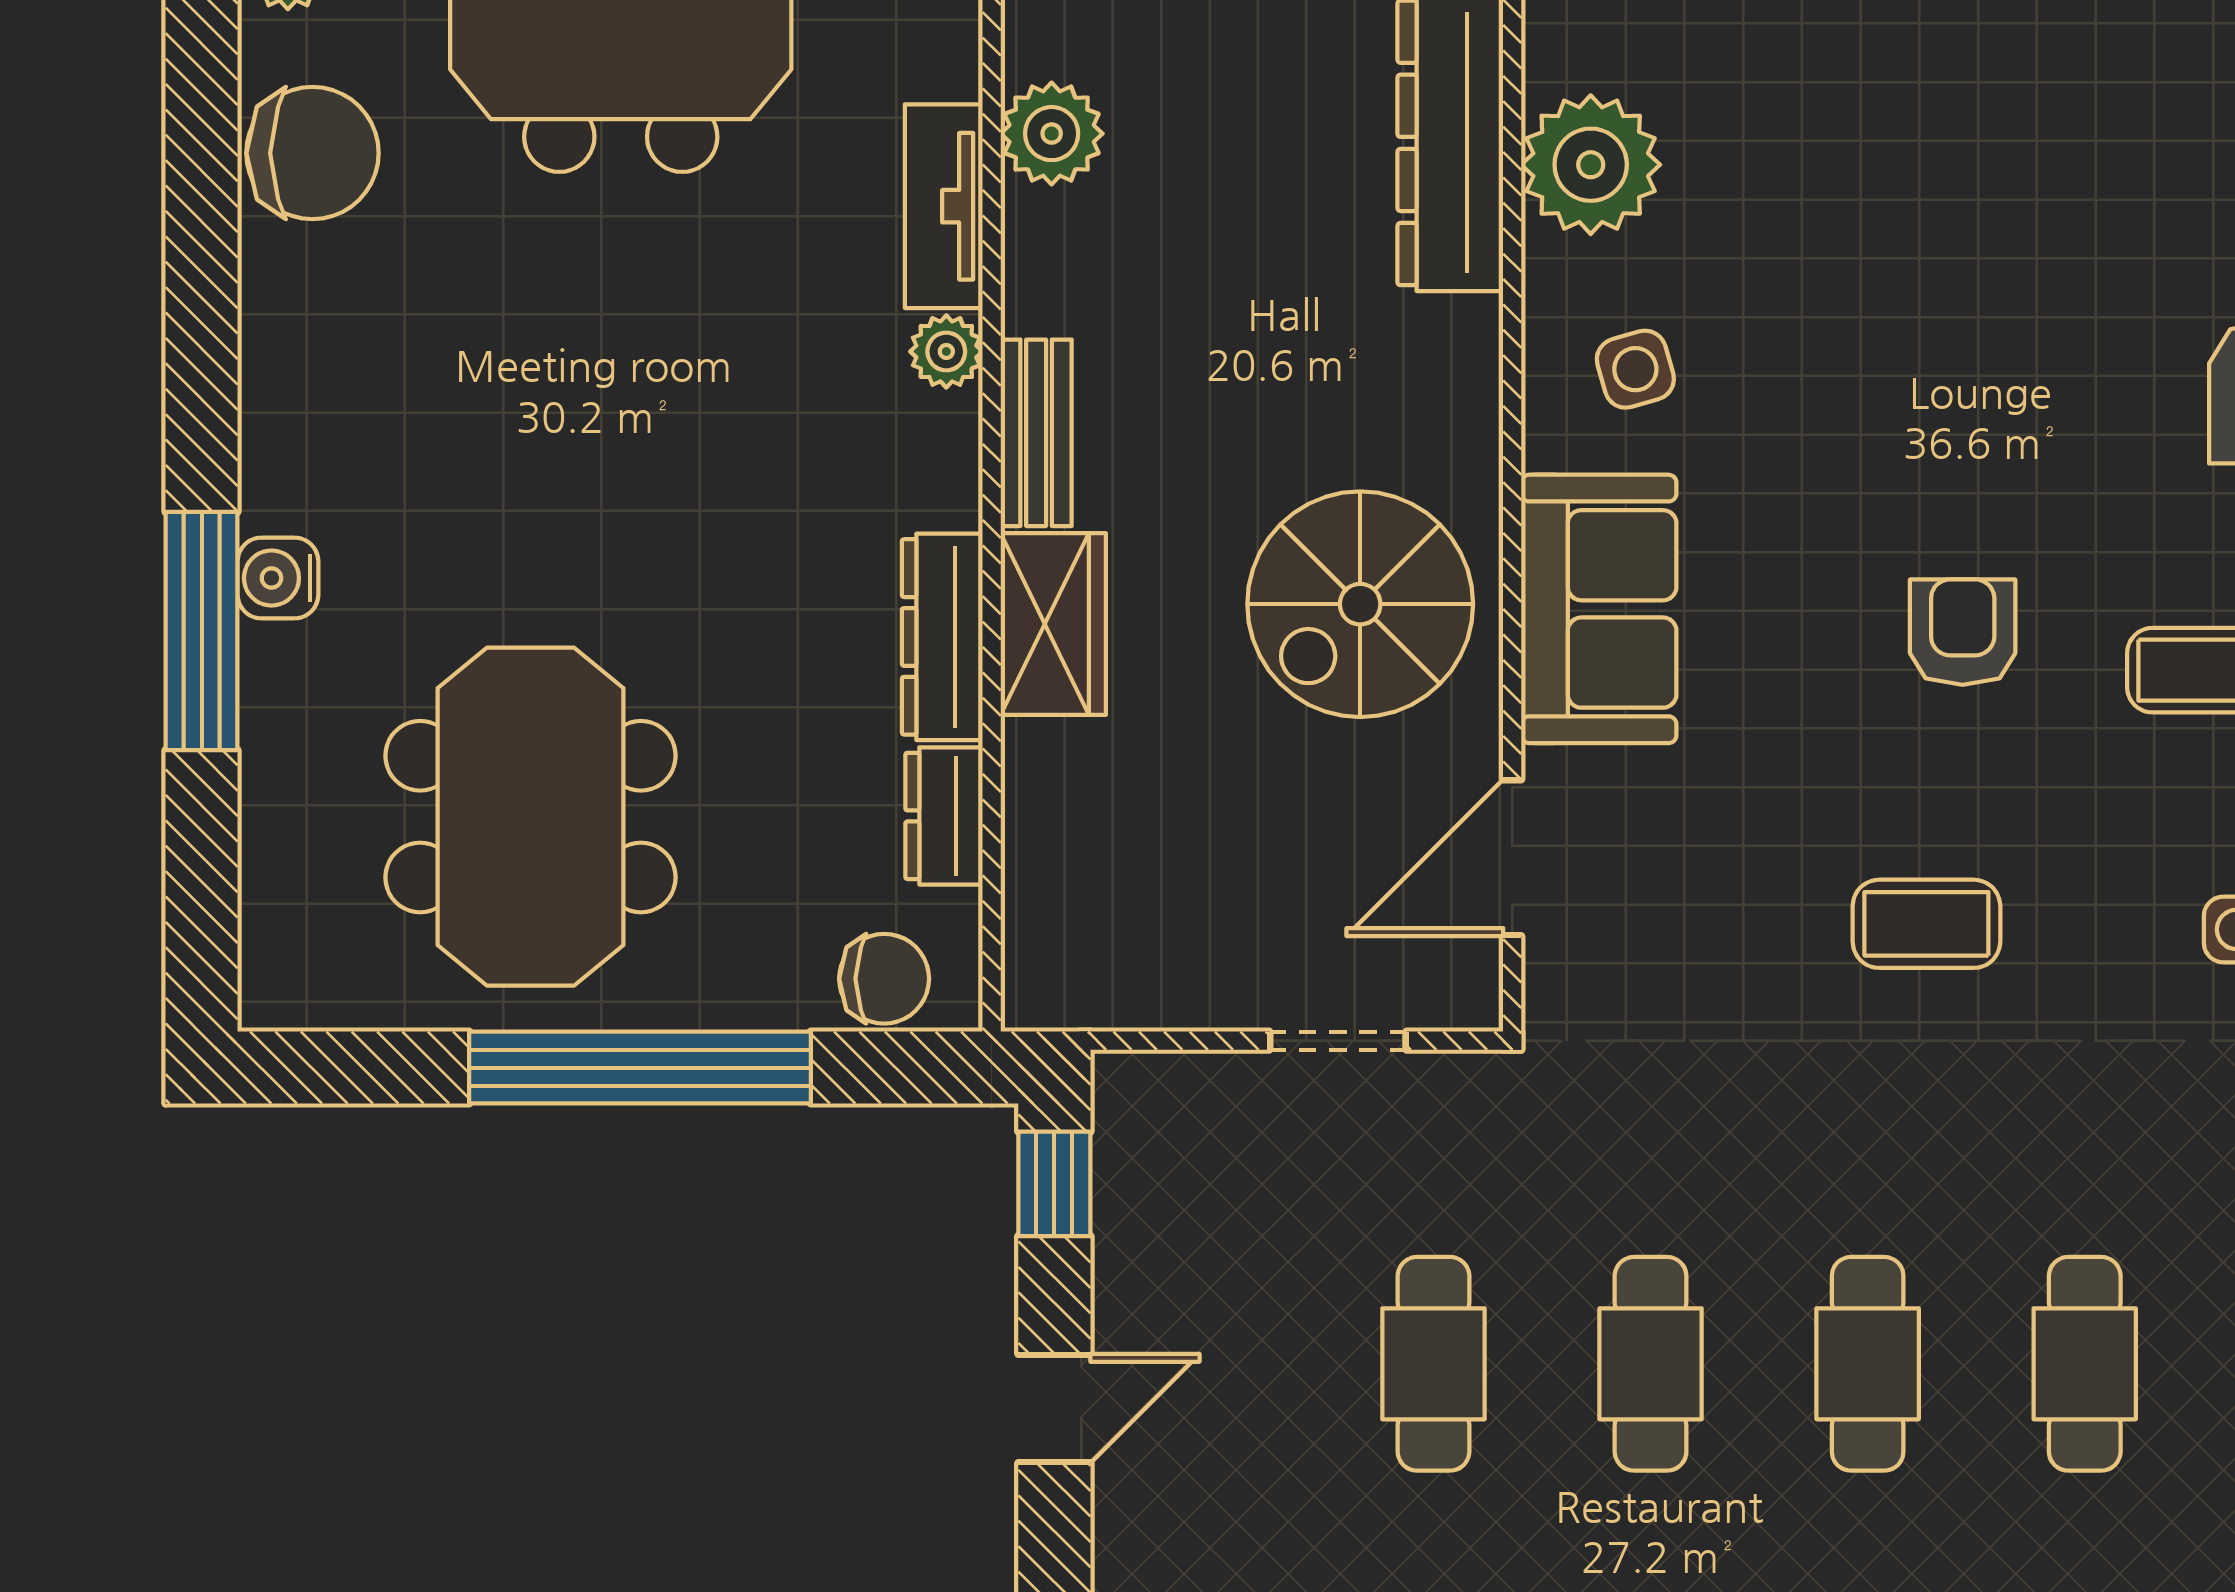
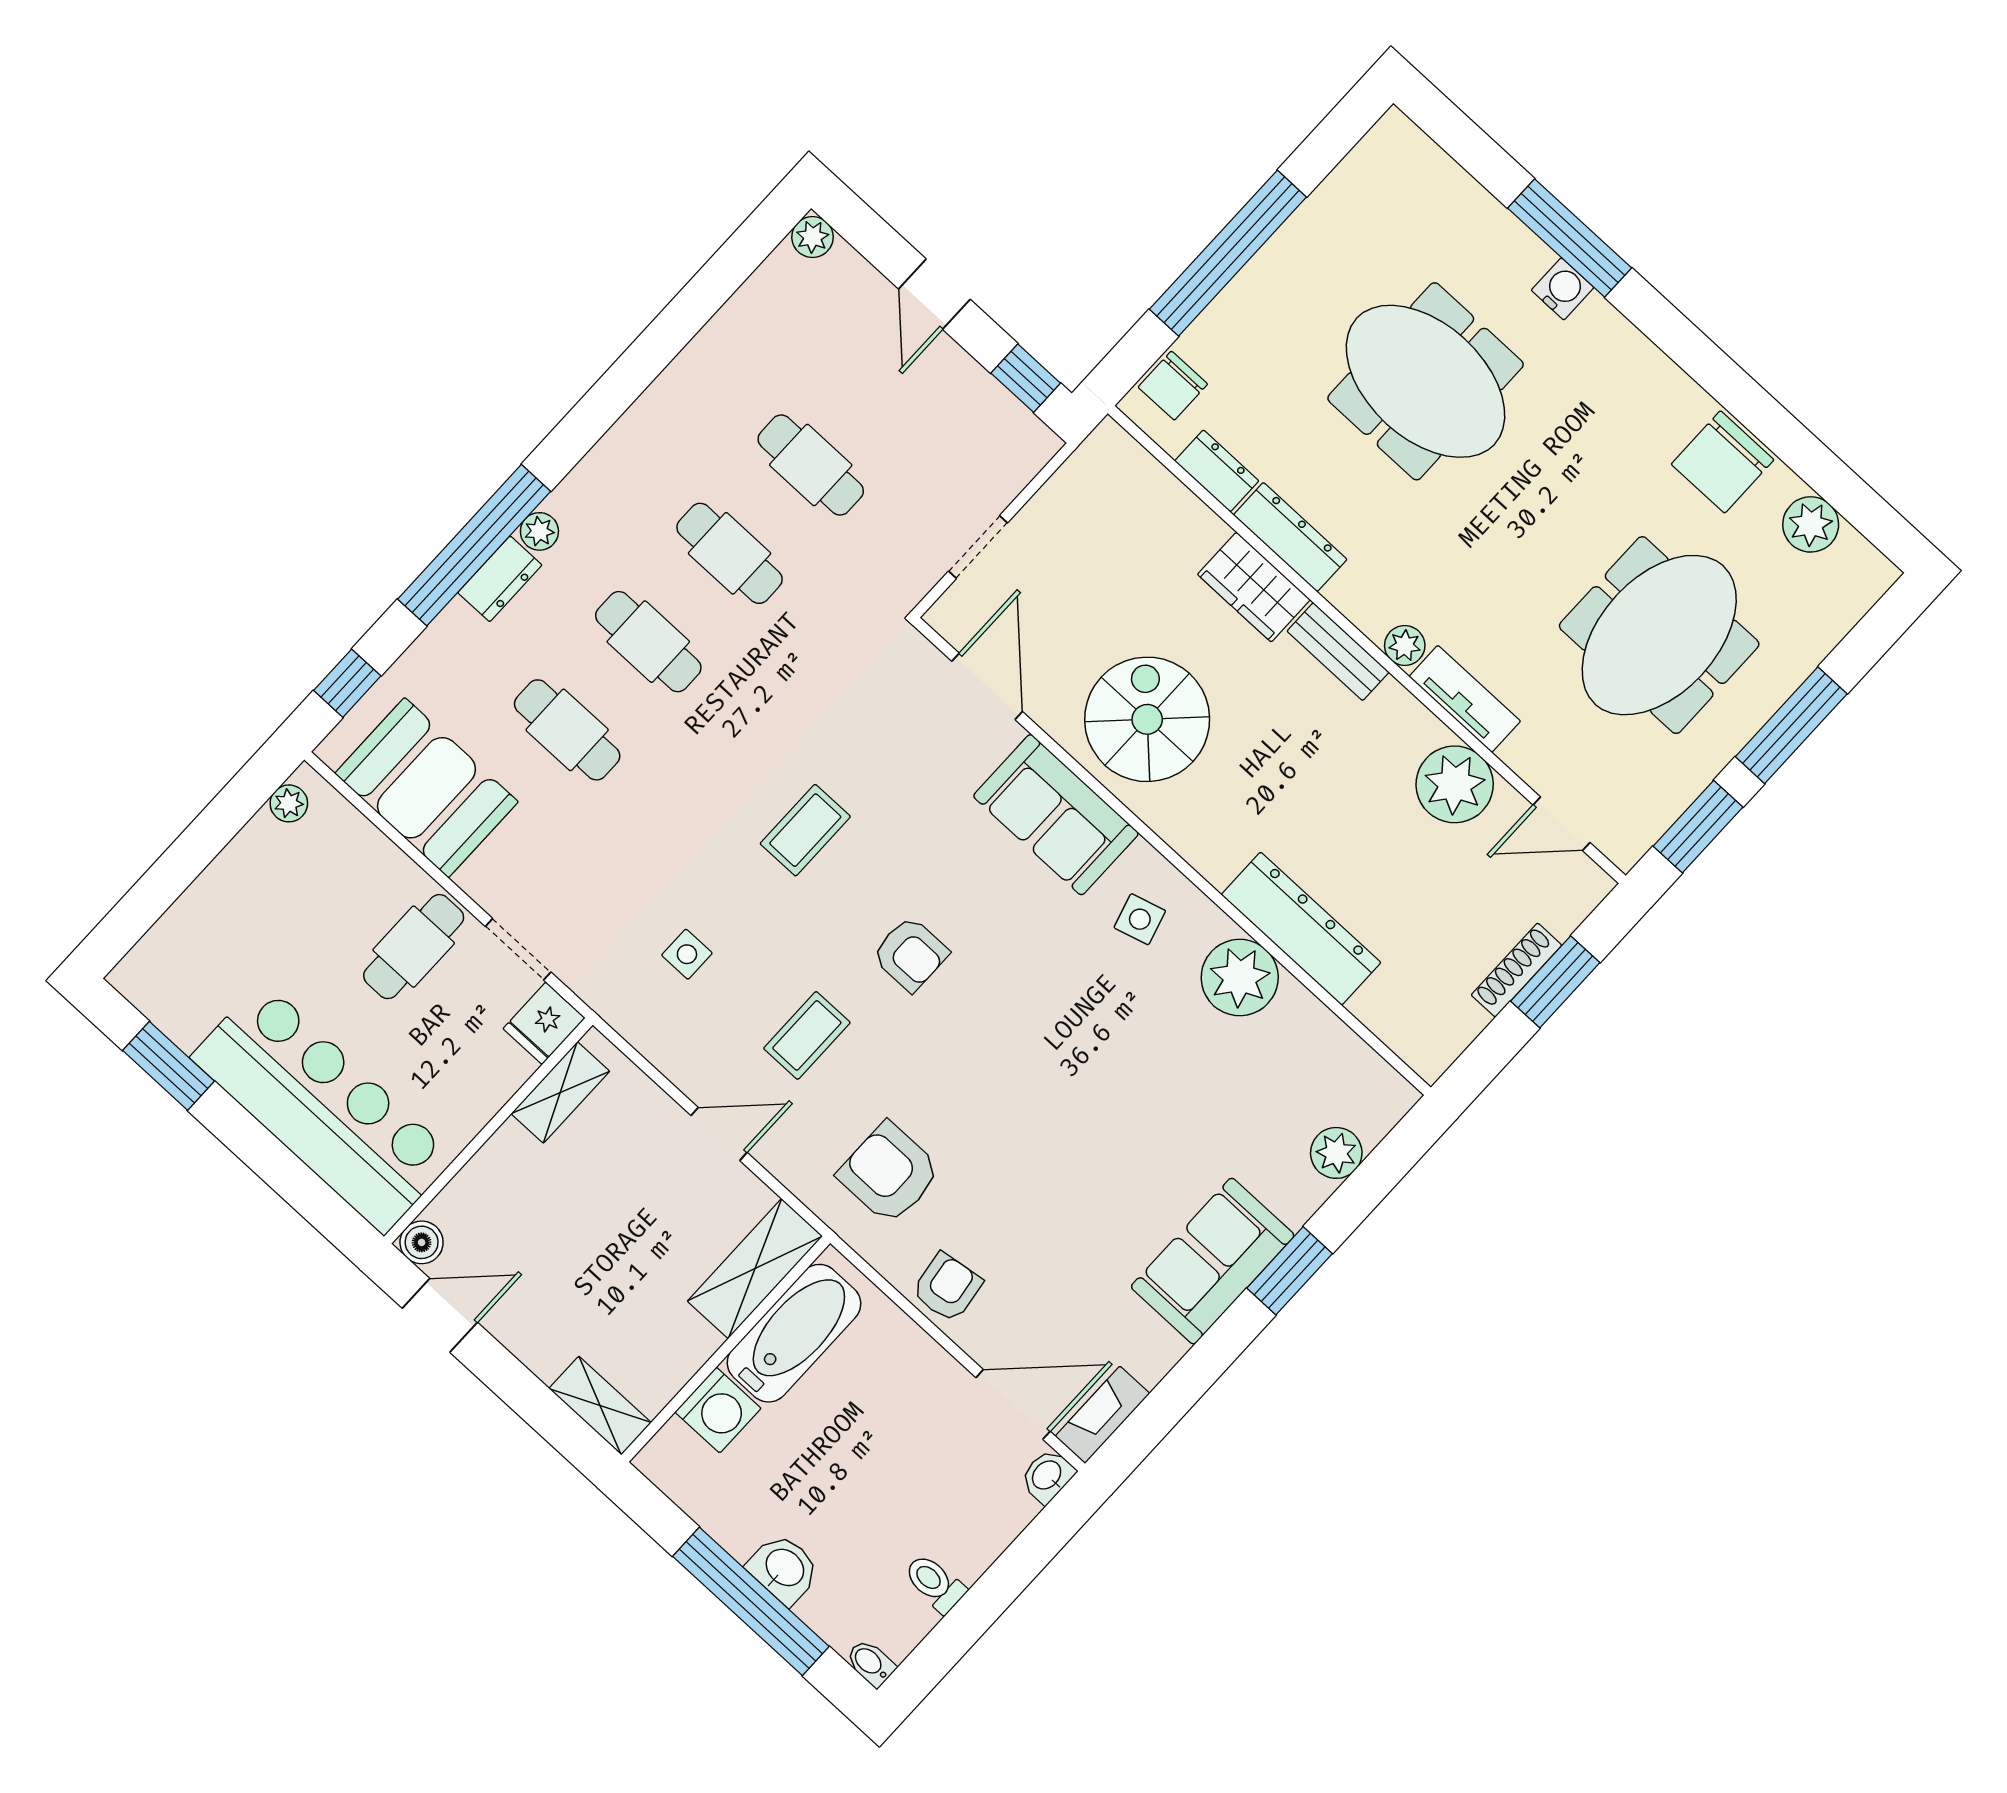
plant: (1052, 134) -> (1455, 784), width x1.36, depth x1.36
meeting table: (531, 817) -> (1426, 381), moved

